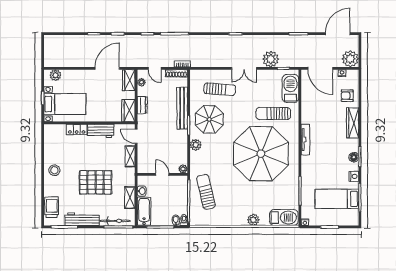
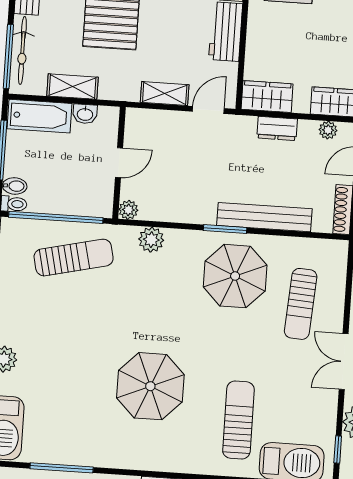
plant: (196, 145) -> (151, 240), moved
parasol: (261, 154) -> (150, 386), width x0.54, depth x0.54

